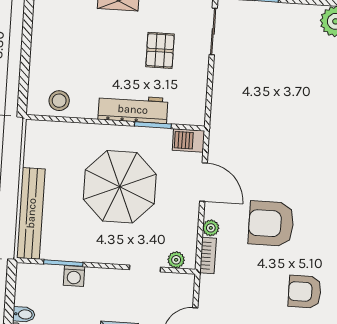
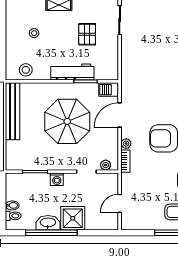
stool: (76, 43) -> (34, 33), added
door: (203, 182) -> (120, 115), swing flipped
bench: (31, 213) -> (13, 111), moved
washing machine: (74, 276) -> (57, 179), moved

